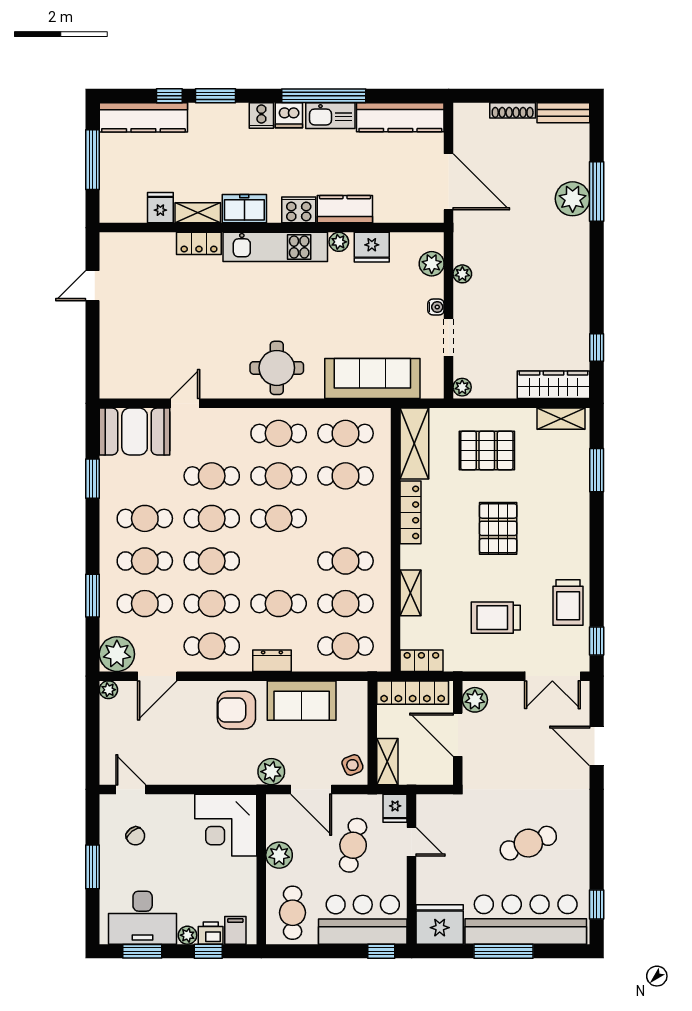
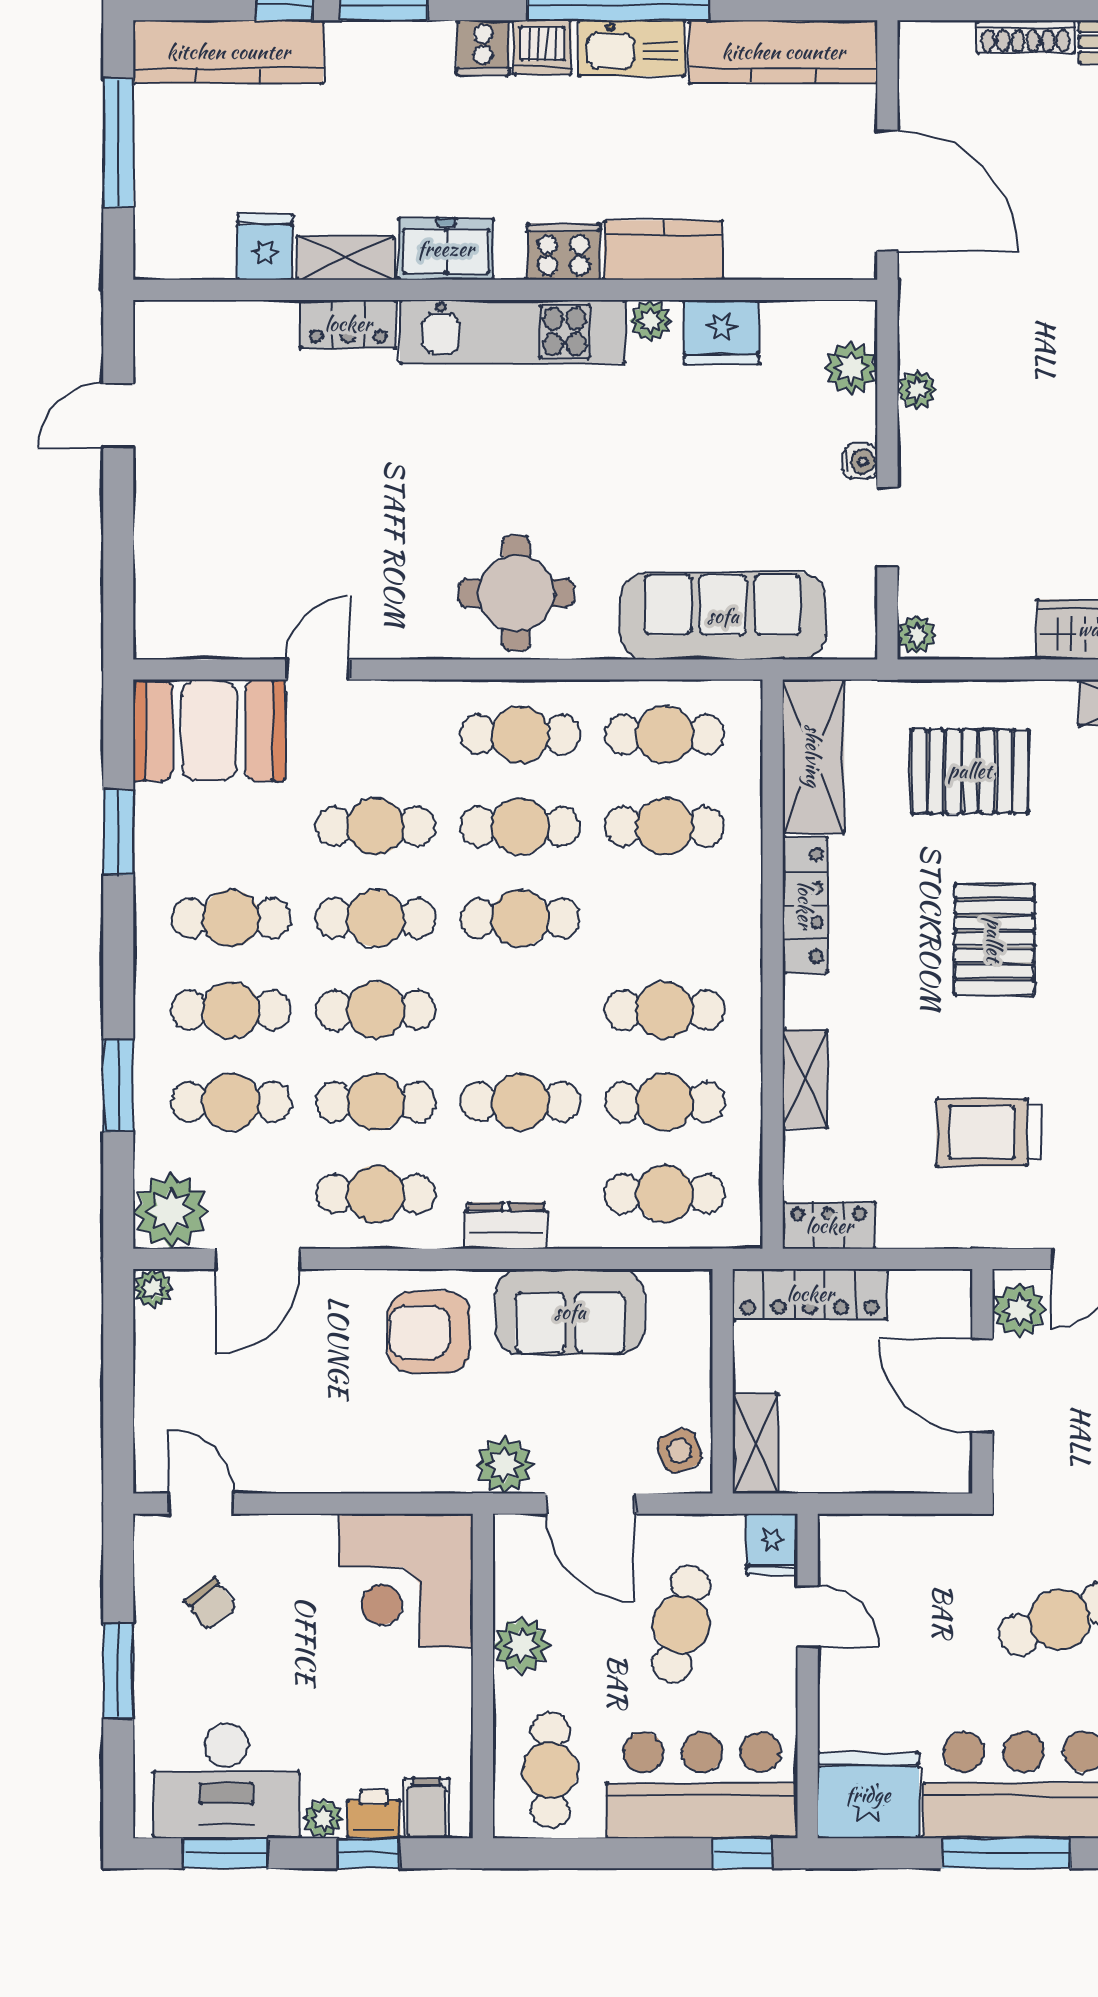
plant: (475, 700) -> (1019, 1310), moved
wall: (458, 733) -> (982, 1381), moved
door: (458, 735) -> (982, 1385), moved

